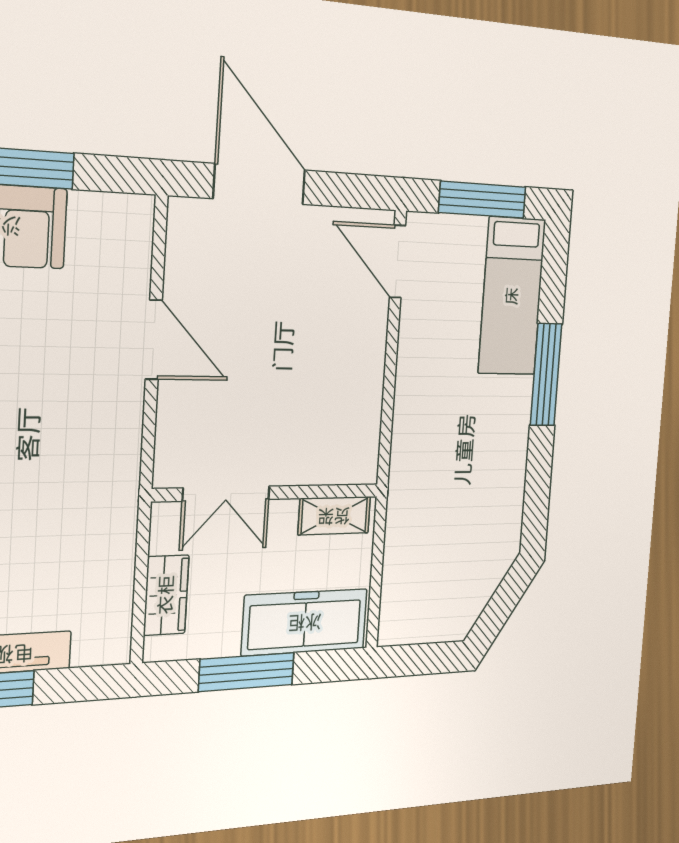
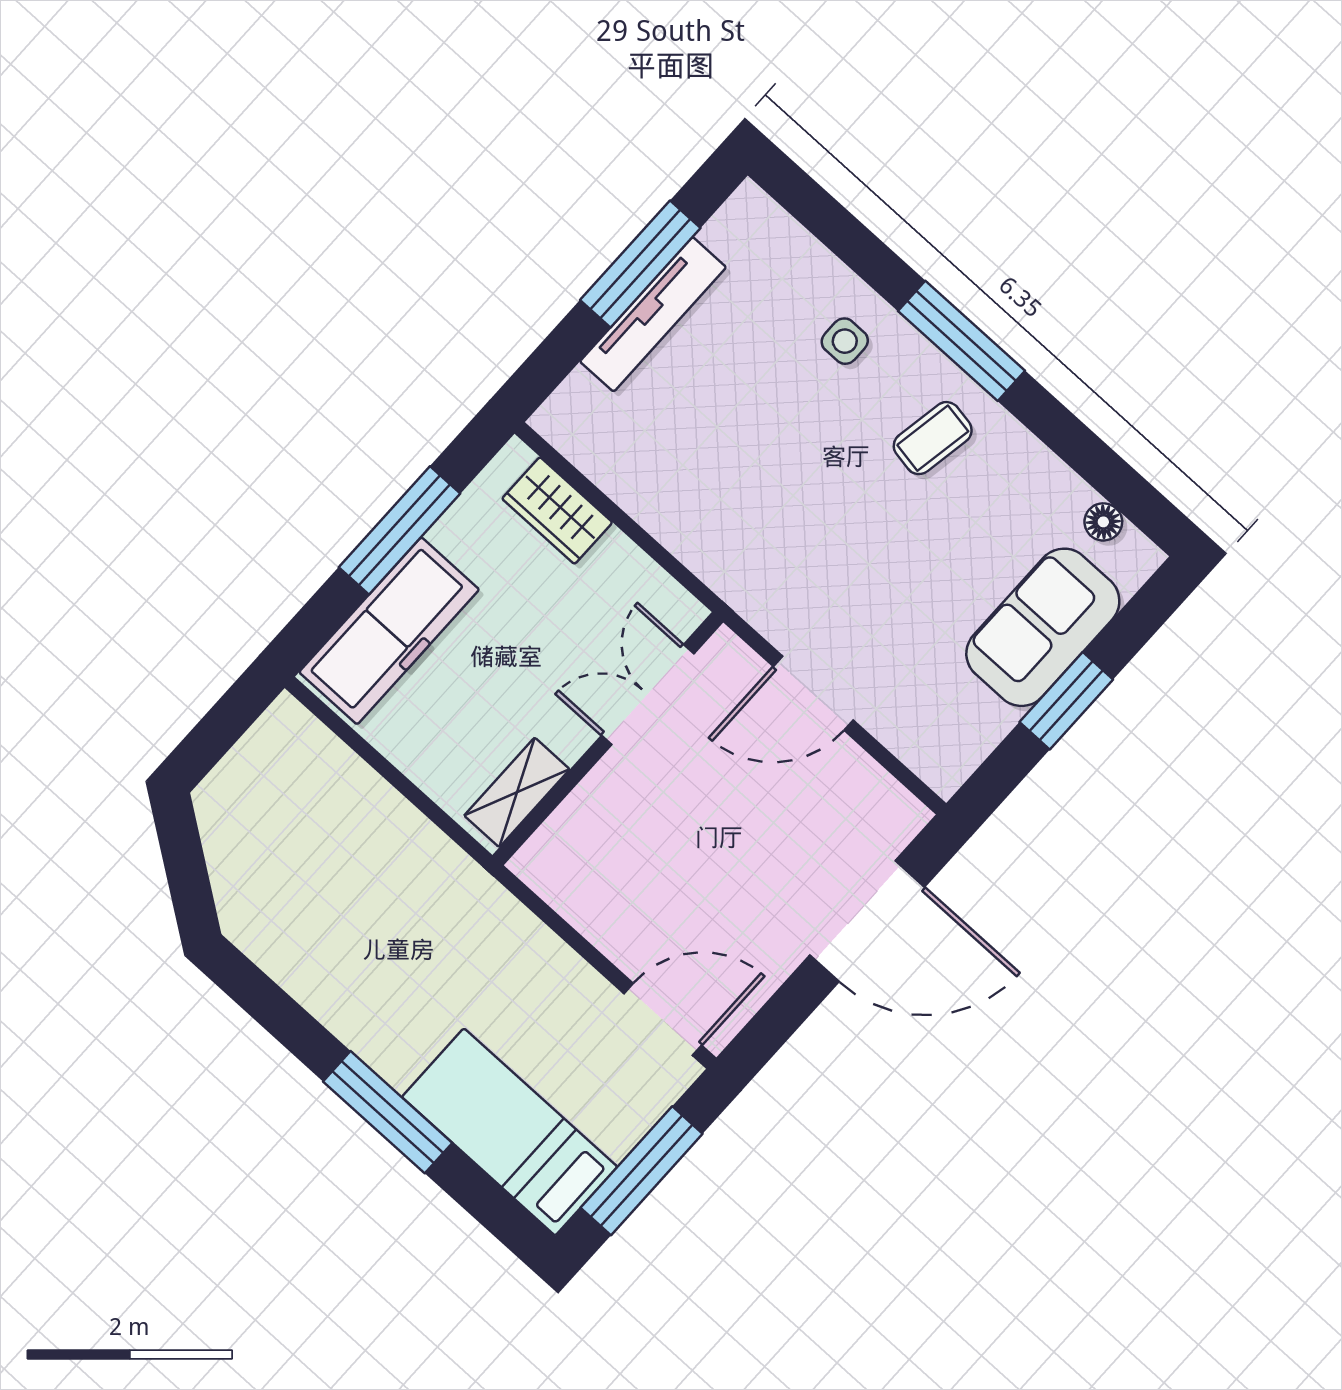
wall: (268, 493) -> (608, 739), moved
double door: (226, 494) -> (648, 695), moved
shelving: (334, 516) -> (517, 792), moved

